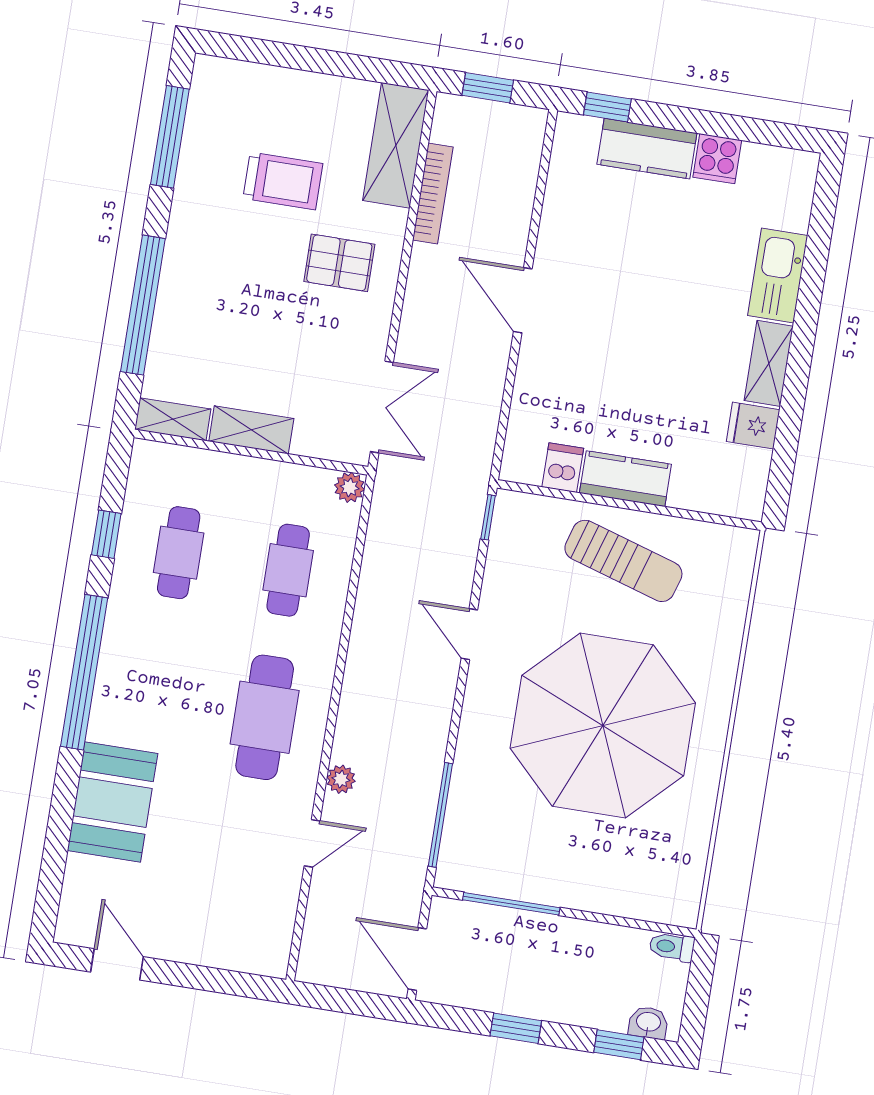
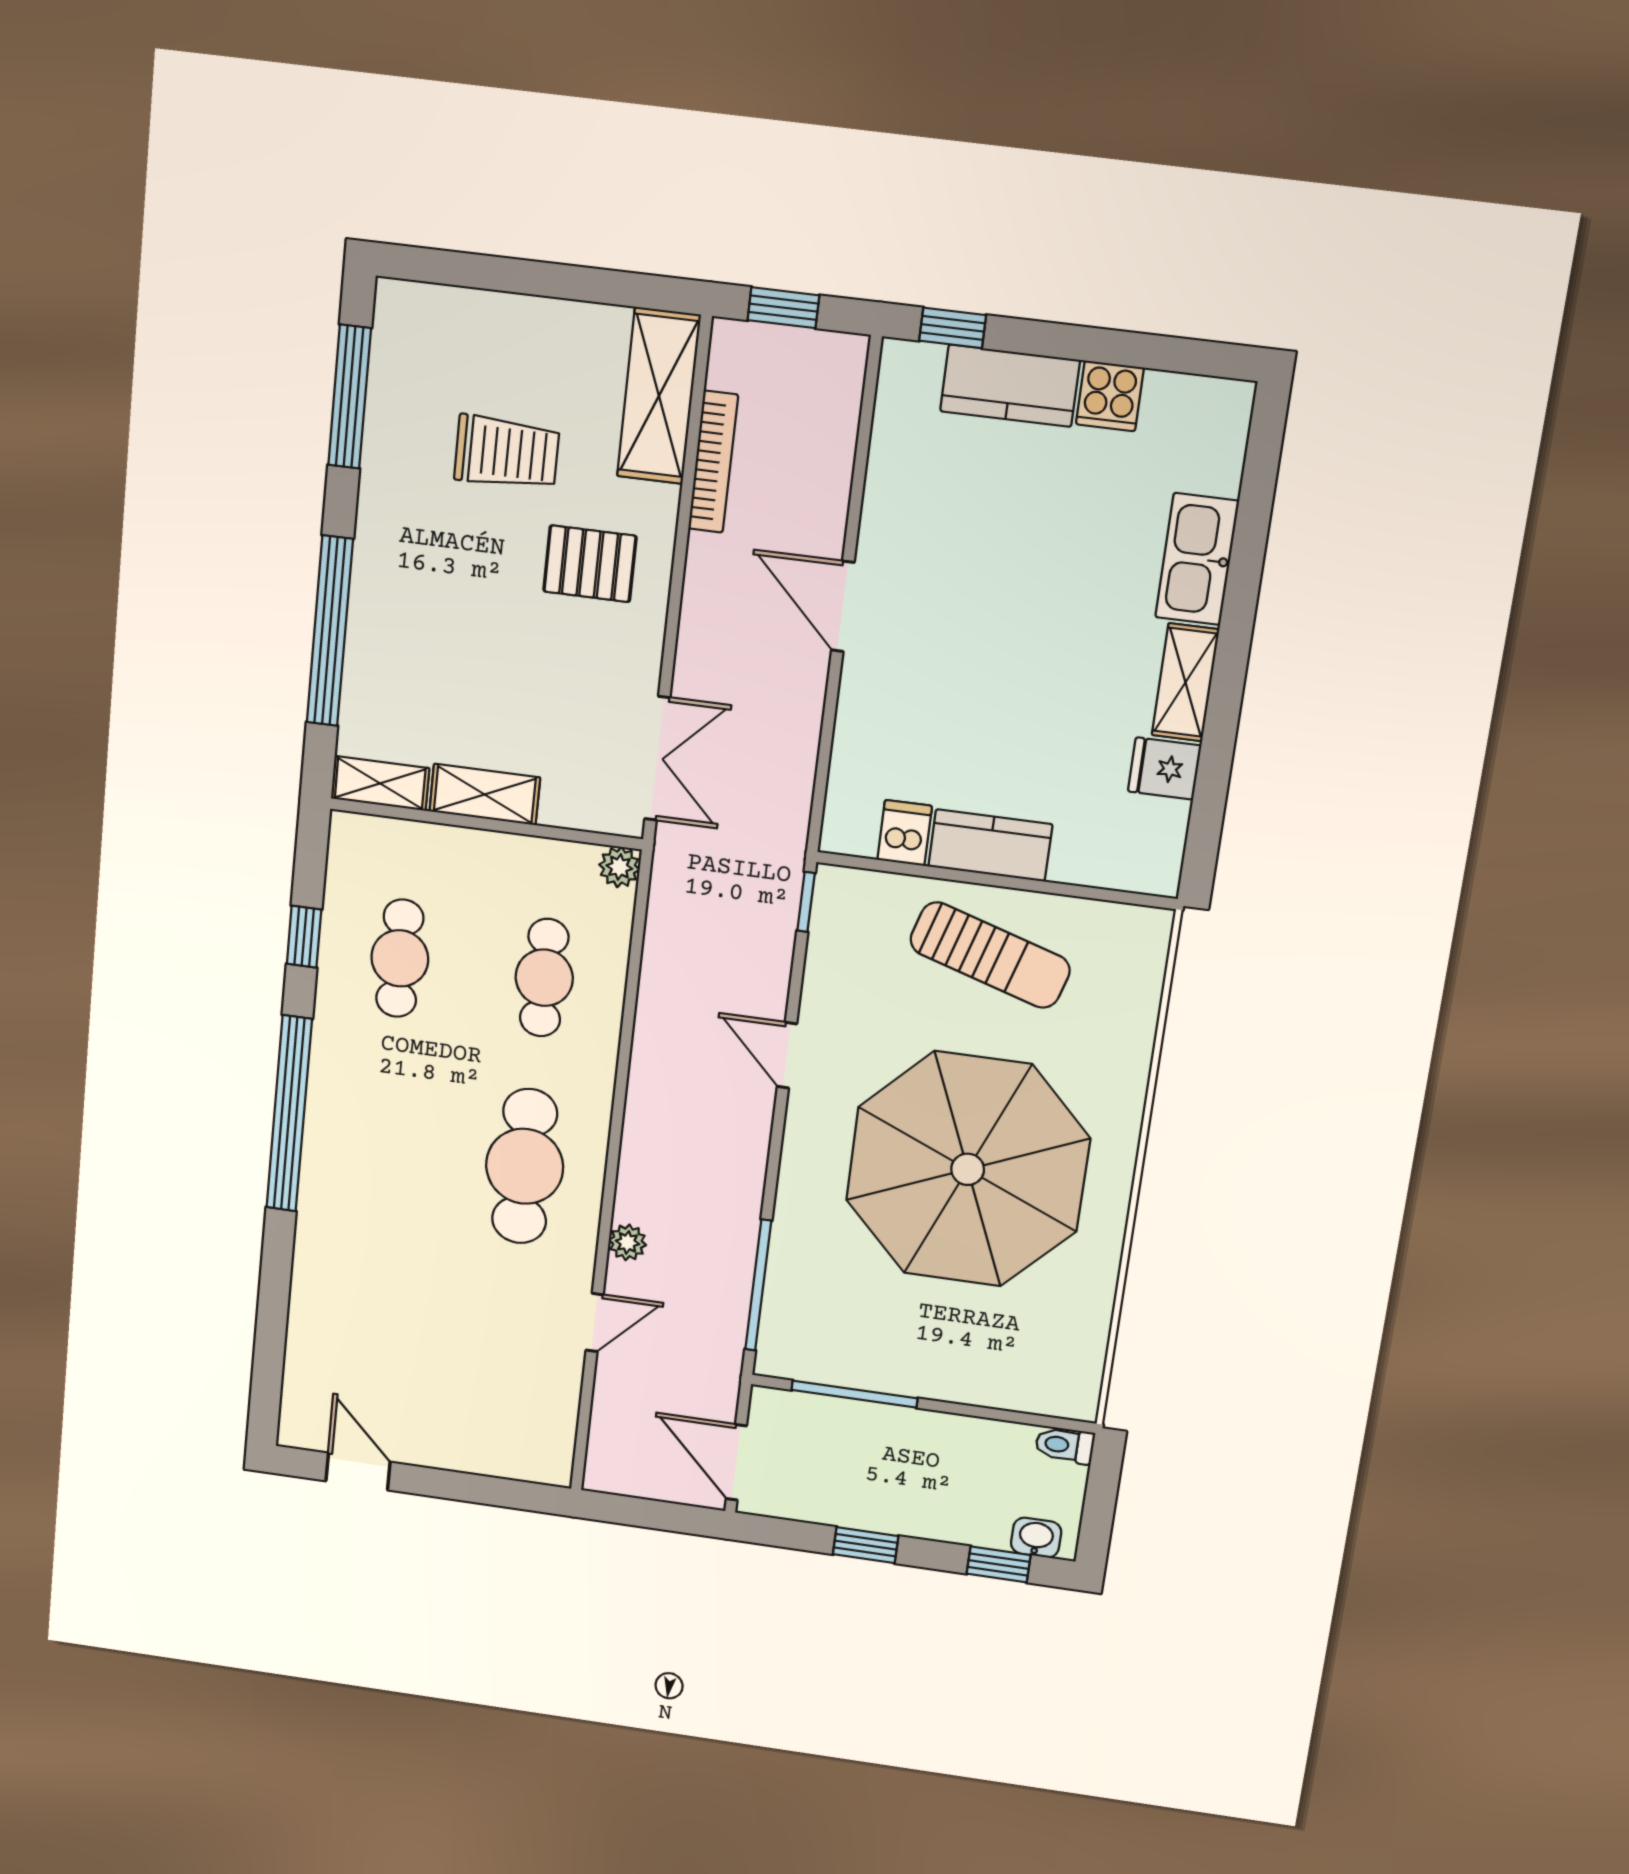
booth: (112, 802) -> (338, 1275), removed

